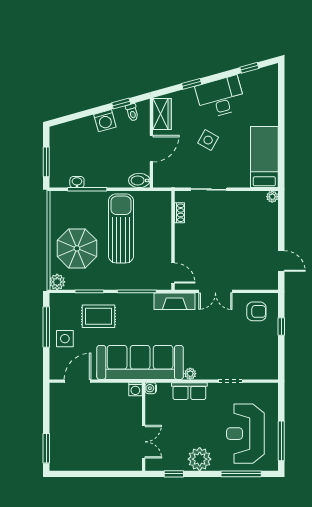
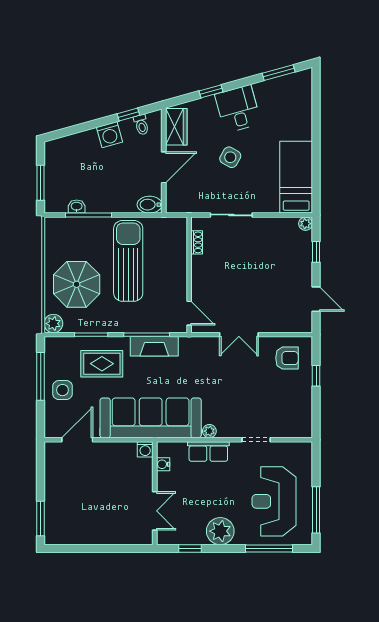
window: (249, 68) -> (279, 73), width x1.50
desk: (220, 97) -> (238, 109), width x0.73
window: (281, 221) -> (316, 252), added
fireplace: (175, 301) -> (154, 346), moved
water cooler: (151, 388) -> (163, 464), moved

